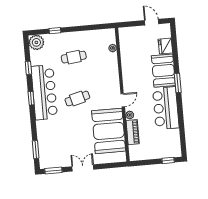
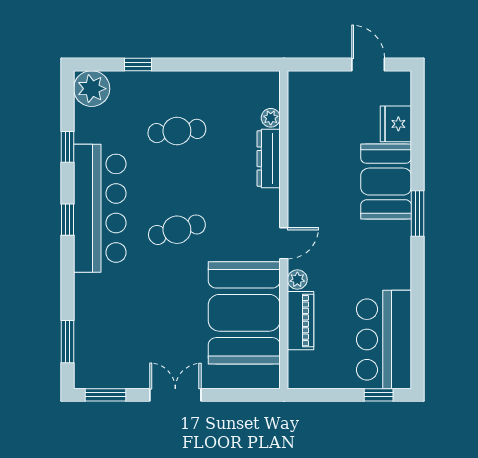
dresser: (113, 65) -> (269, 159), added
bar counter: (166, 108) -> (384, 339), moved

